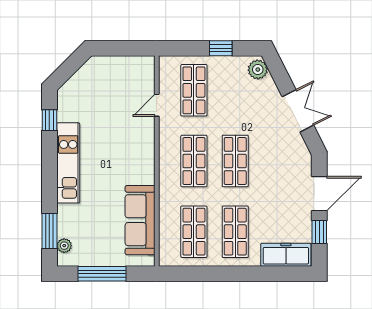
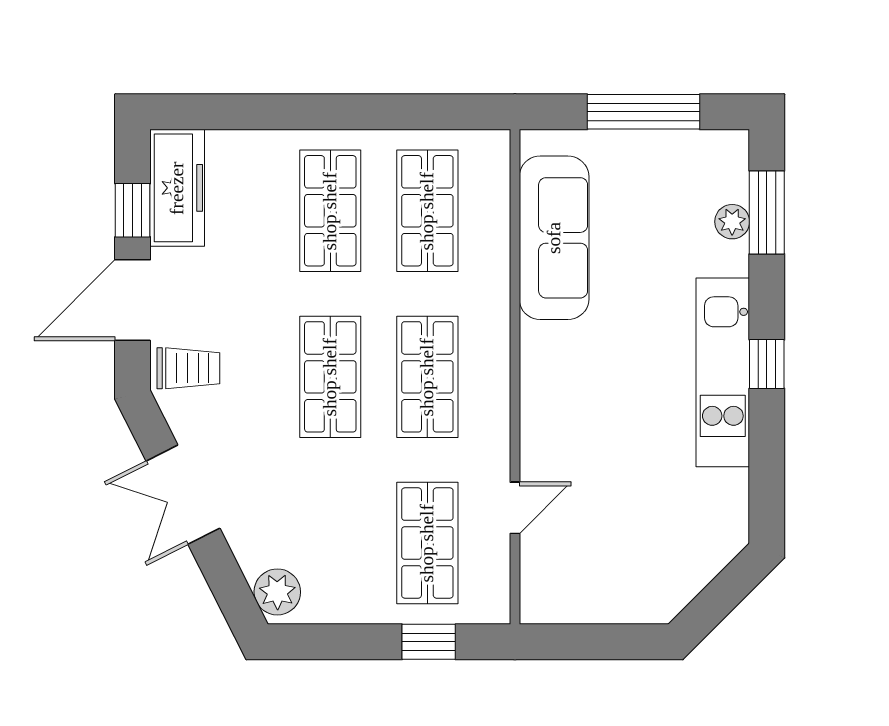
window: (221, 48) -> (429, 642), moved
window: (49, 120) -> (767, 364), moved
trolley: (296, 165) -> (188, 368), added
plant: (64, 246) -> (732, 222), moved
freezer: (286, 255) -> (177, 188), moved, turned -90

